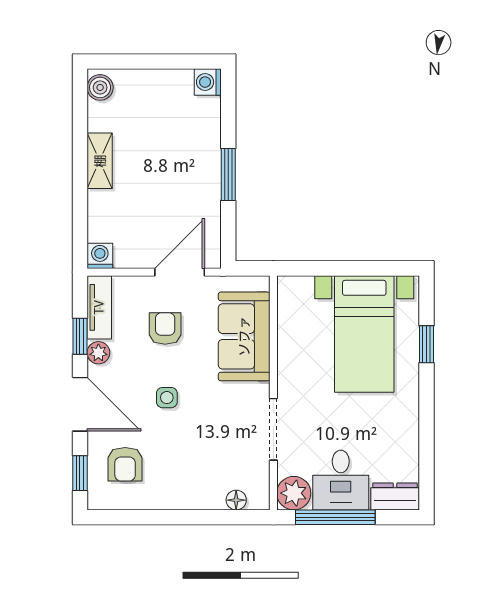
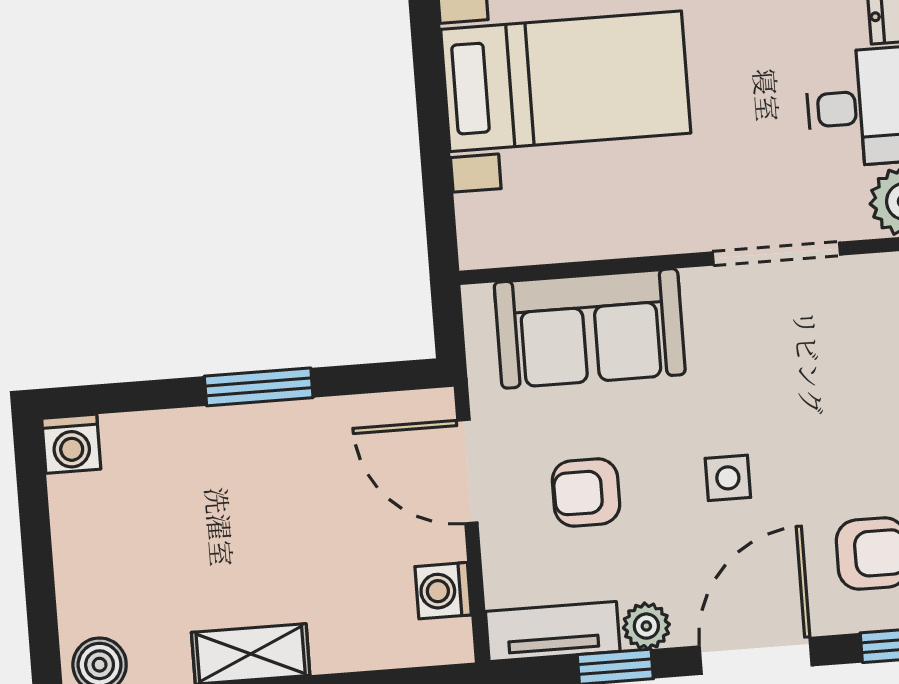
washing machine: (100, 256) -> (443, 591), moved

